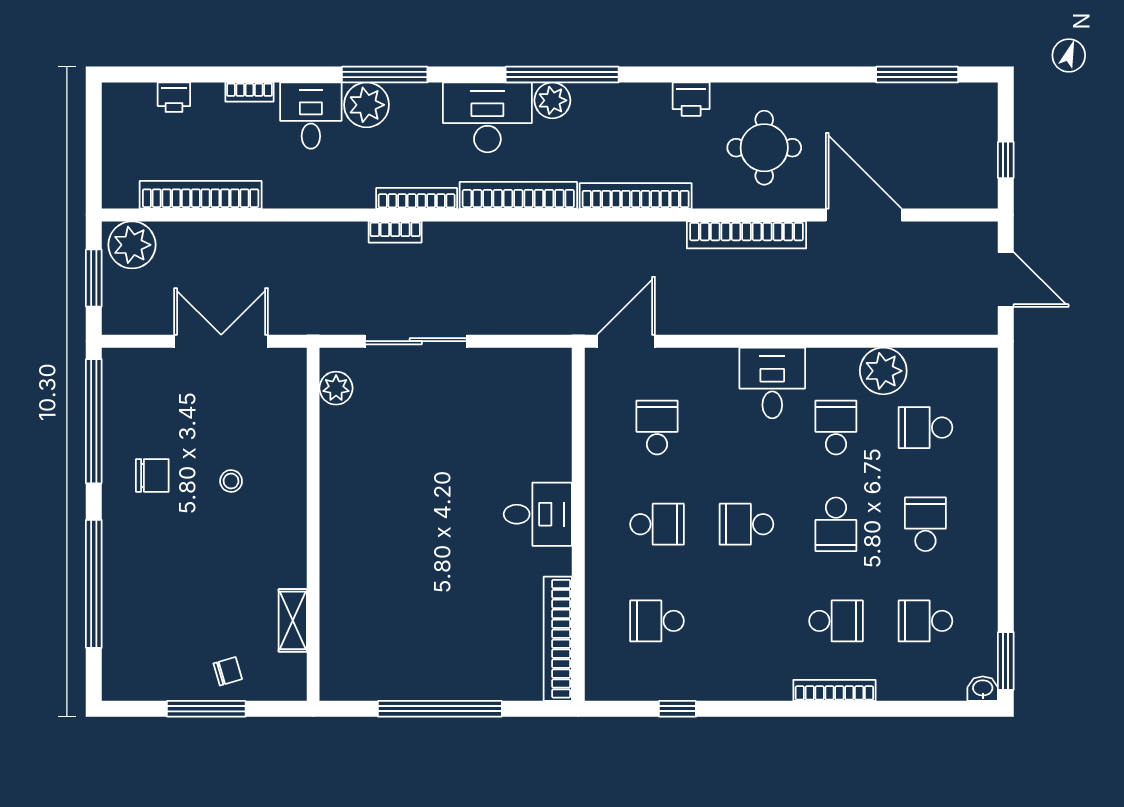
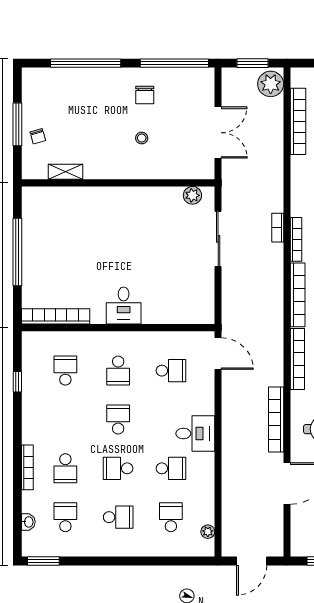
plant: (883, 371) -> (208, 532), moved, width x0.53, depth x0.53
washbasin: (983, 689) -> (28, 522), moved

